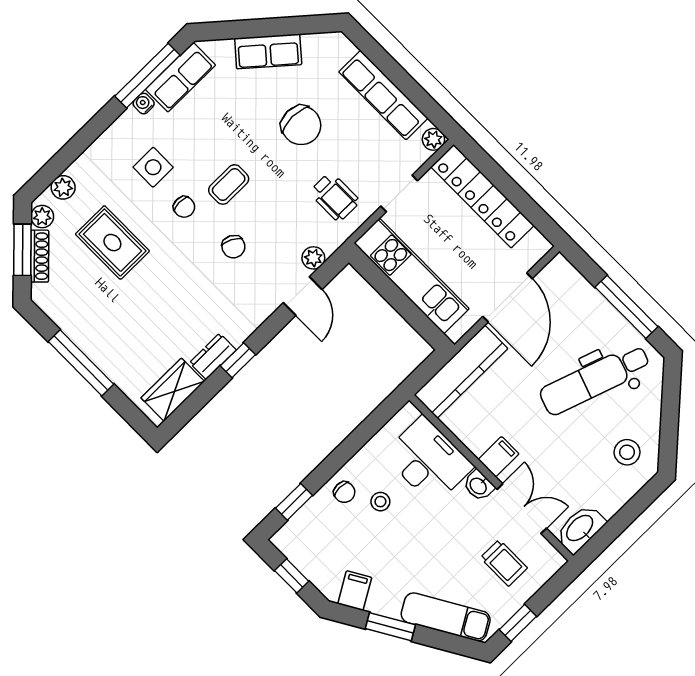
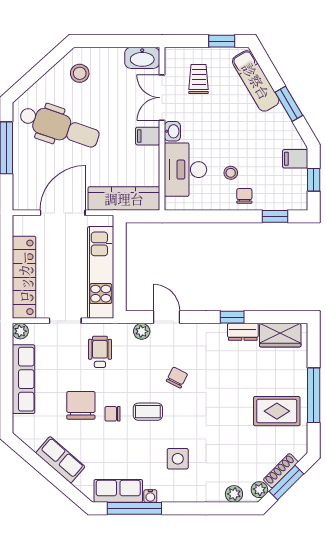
chair: (184, 207) -> (112, 414), moved, turned -90
rug: (112, 243) -> (277, 411), moved, turned 90
door: (303, 296) -> (166, 317), hinge flipped
filing cabinet: (355, 591) -> (295, 159), moved, turned 30

